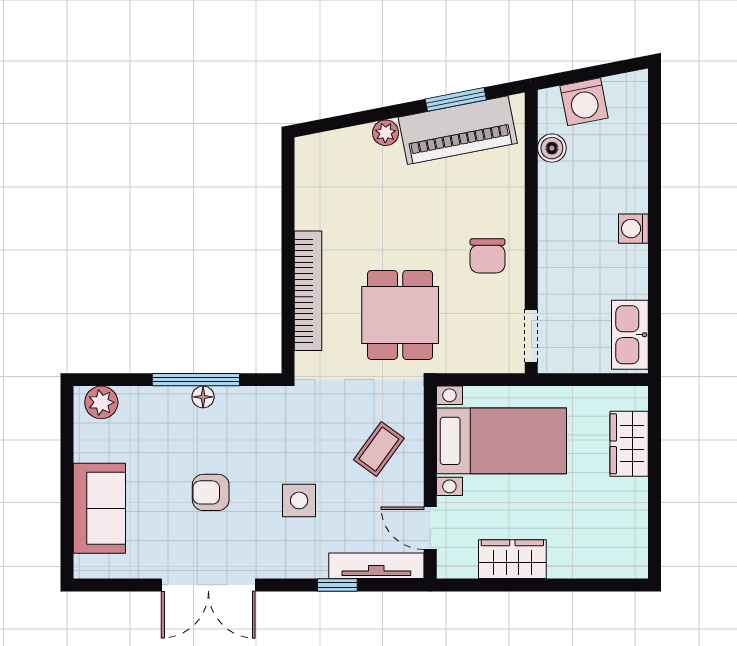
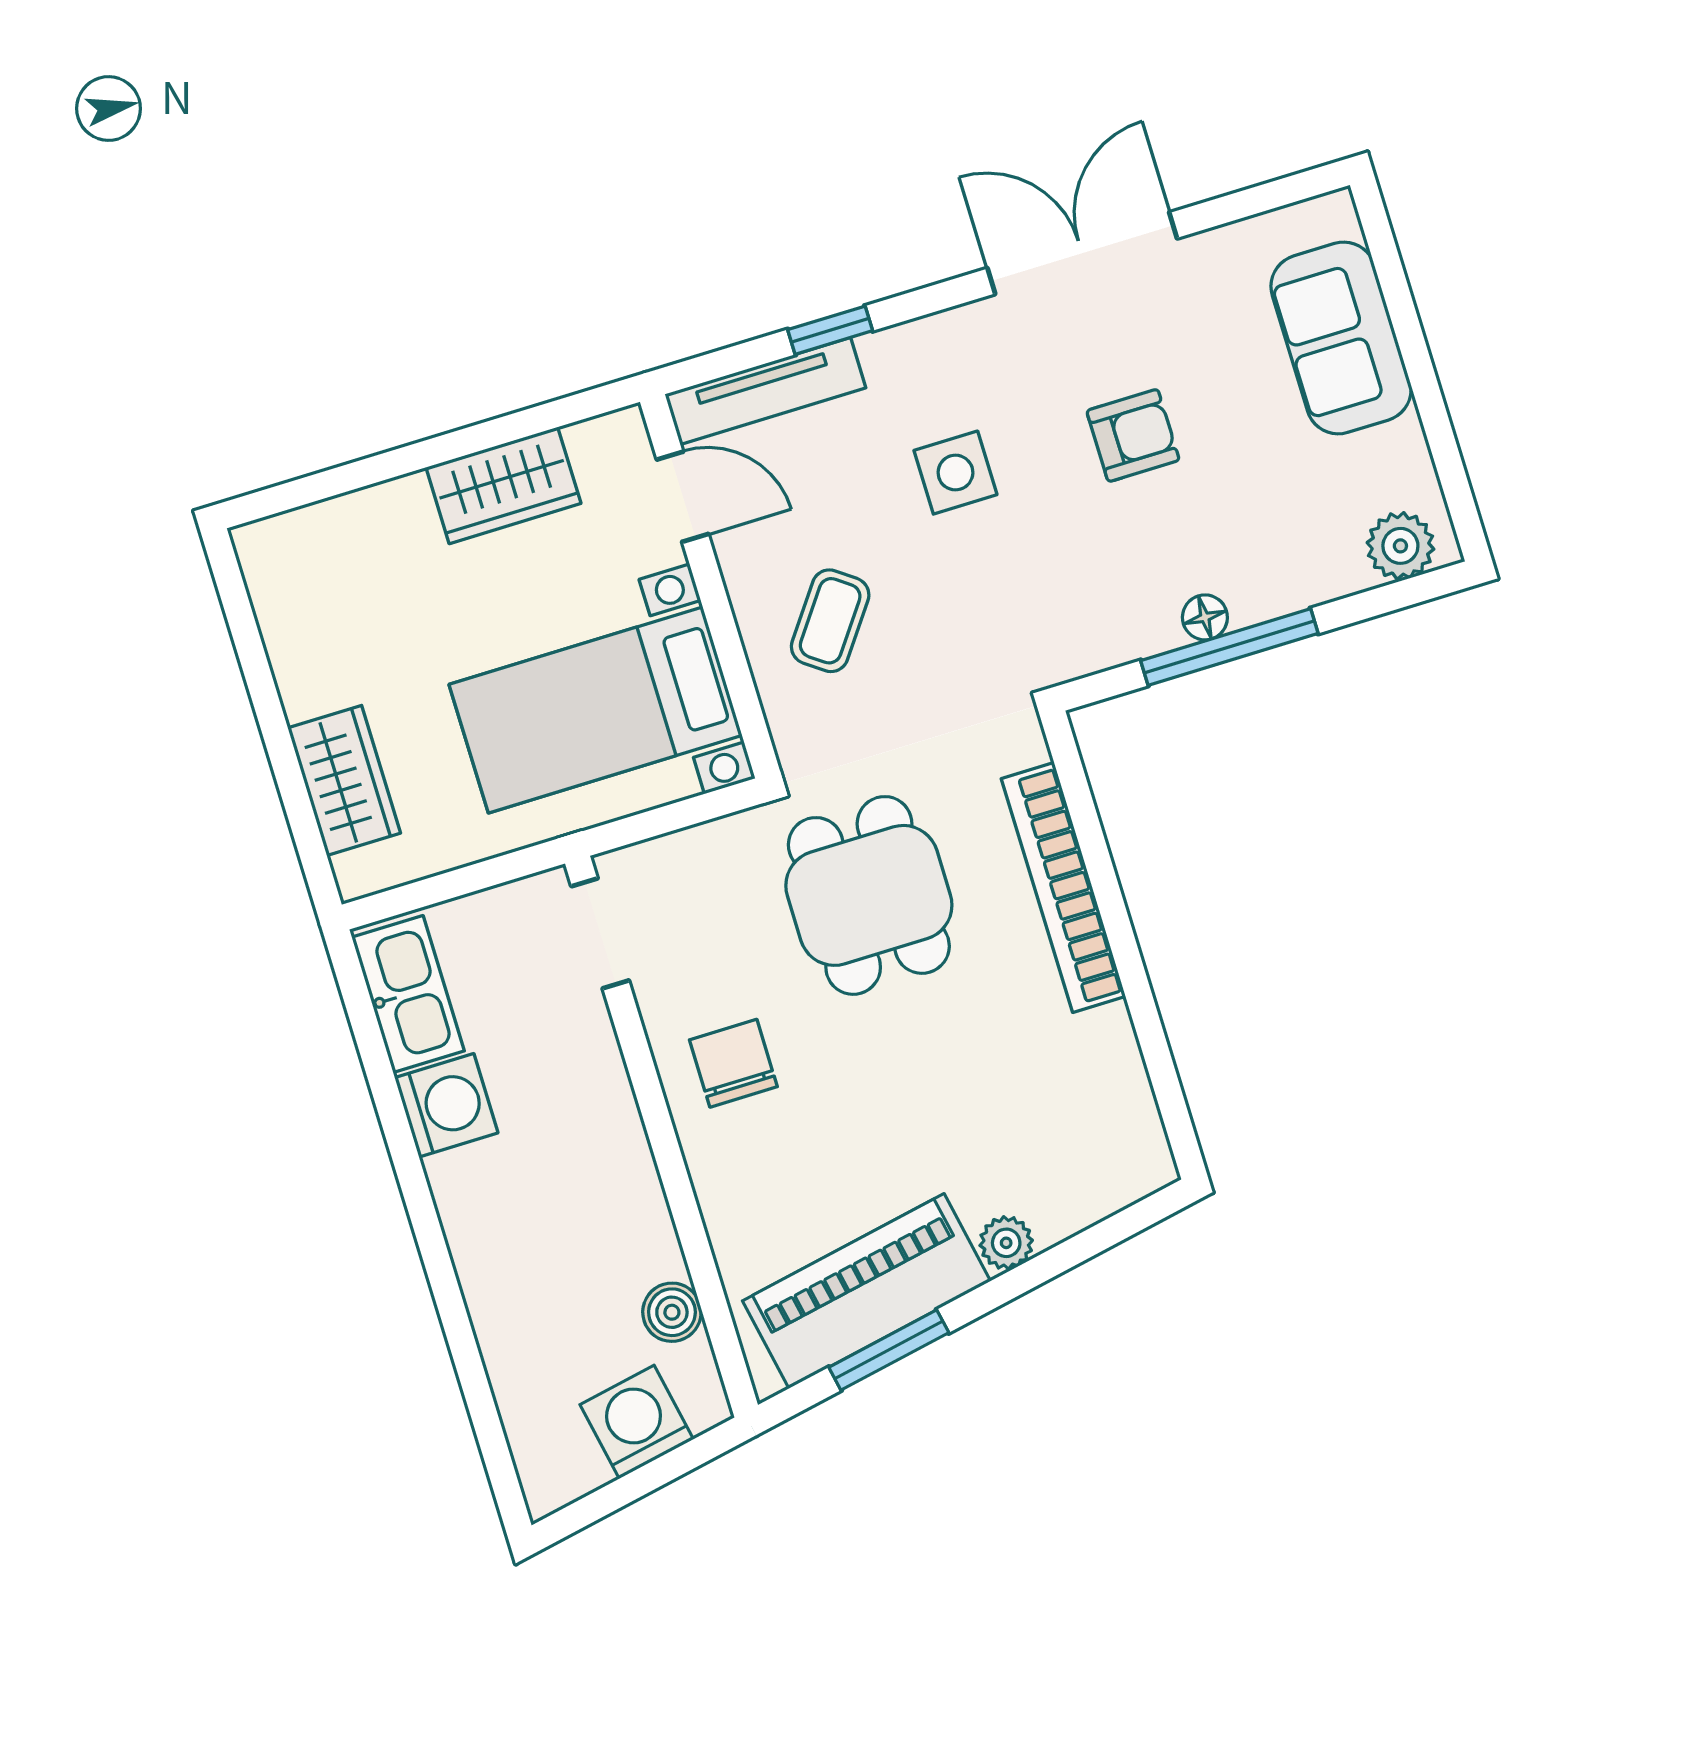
washing machine: (633, 229) -> (446, 1105), moved, width x1.38, depth x1.38

